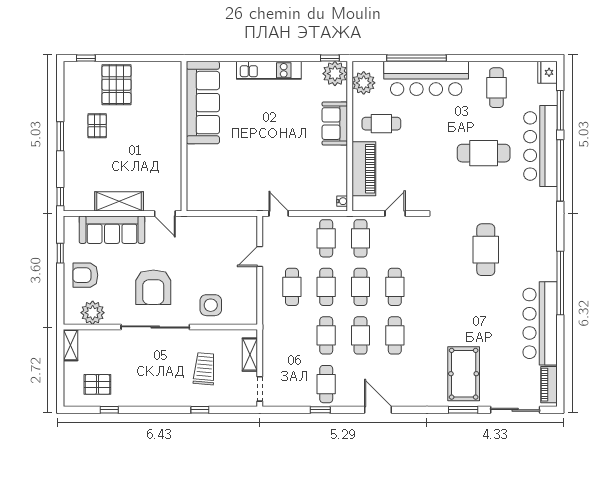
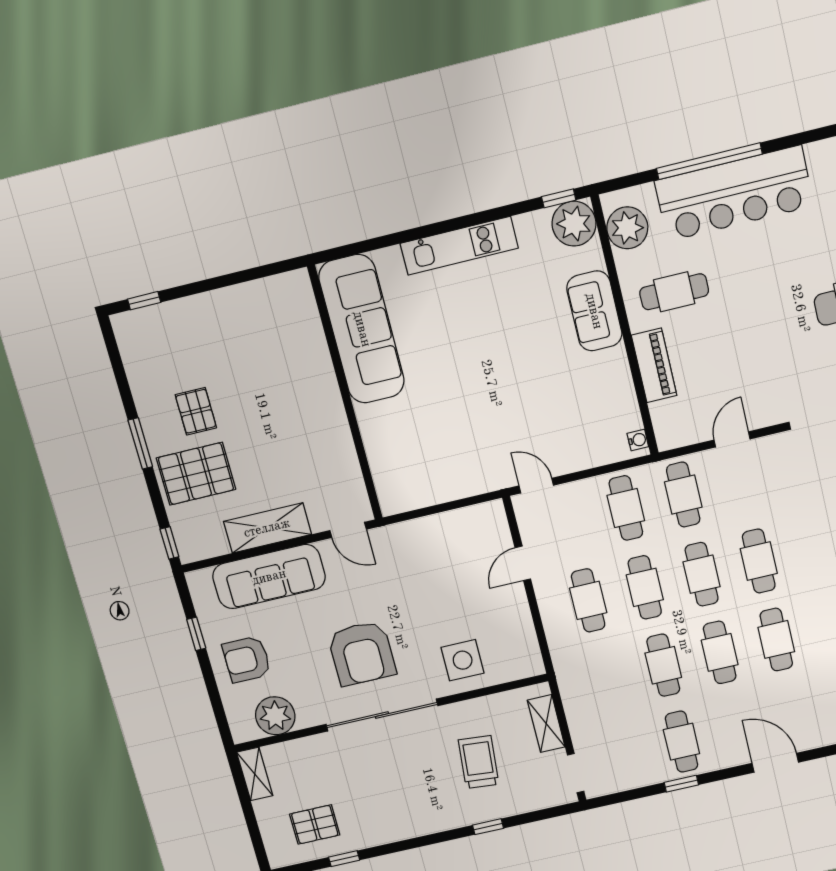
pallet: (116, 85) -> (196, 474), moved, turned 90
piano: (364, 169) -> (654, 365), width x0.73, depth x0.75

